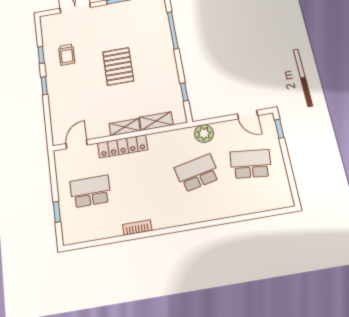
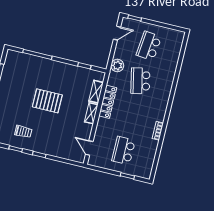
locker: (123, 146) -> (108, 102), moved

